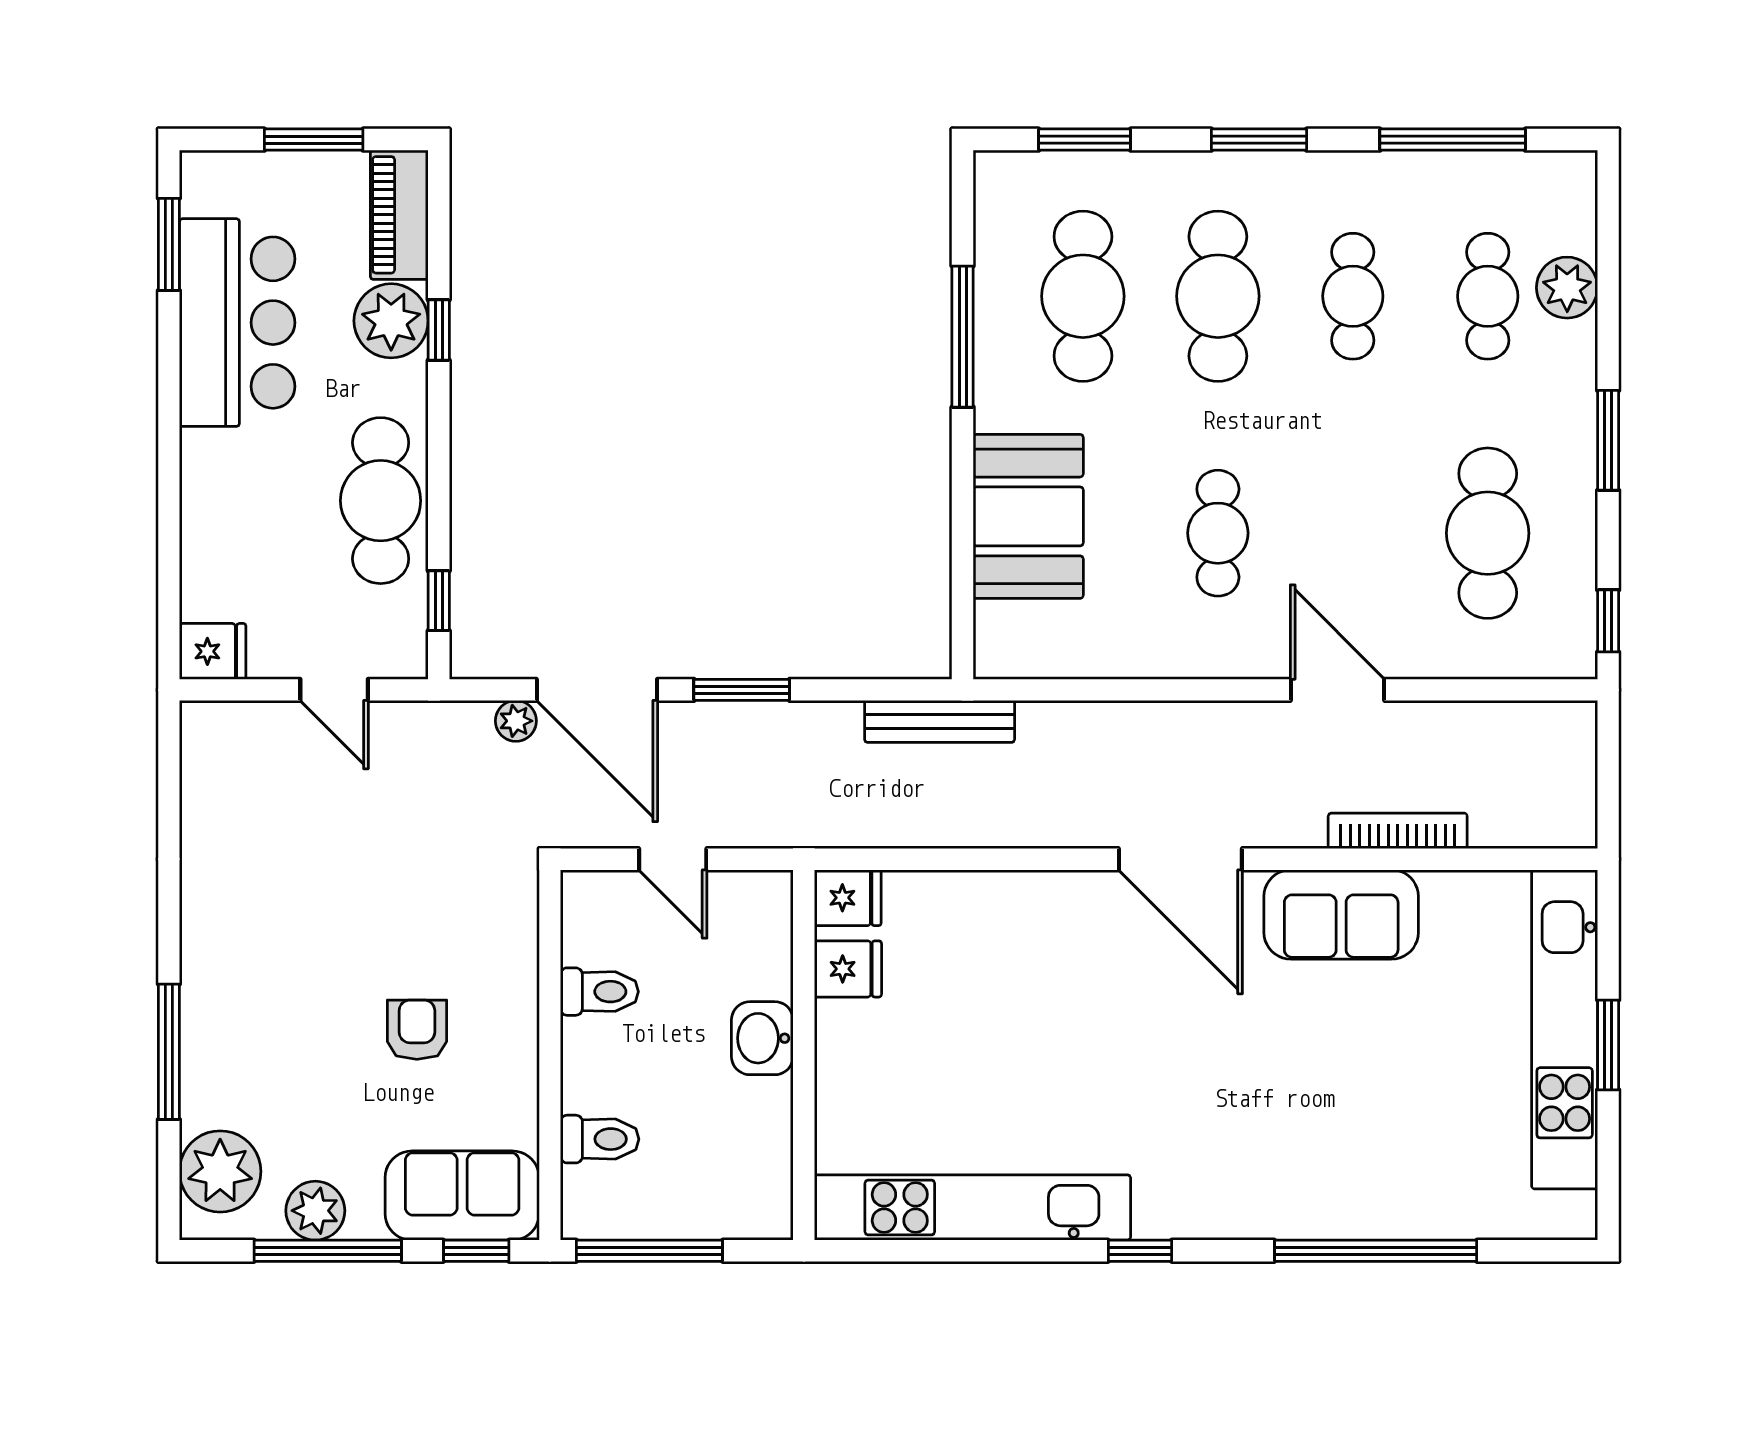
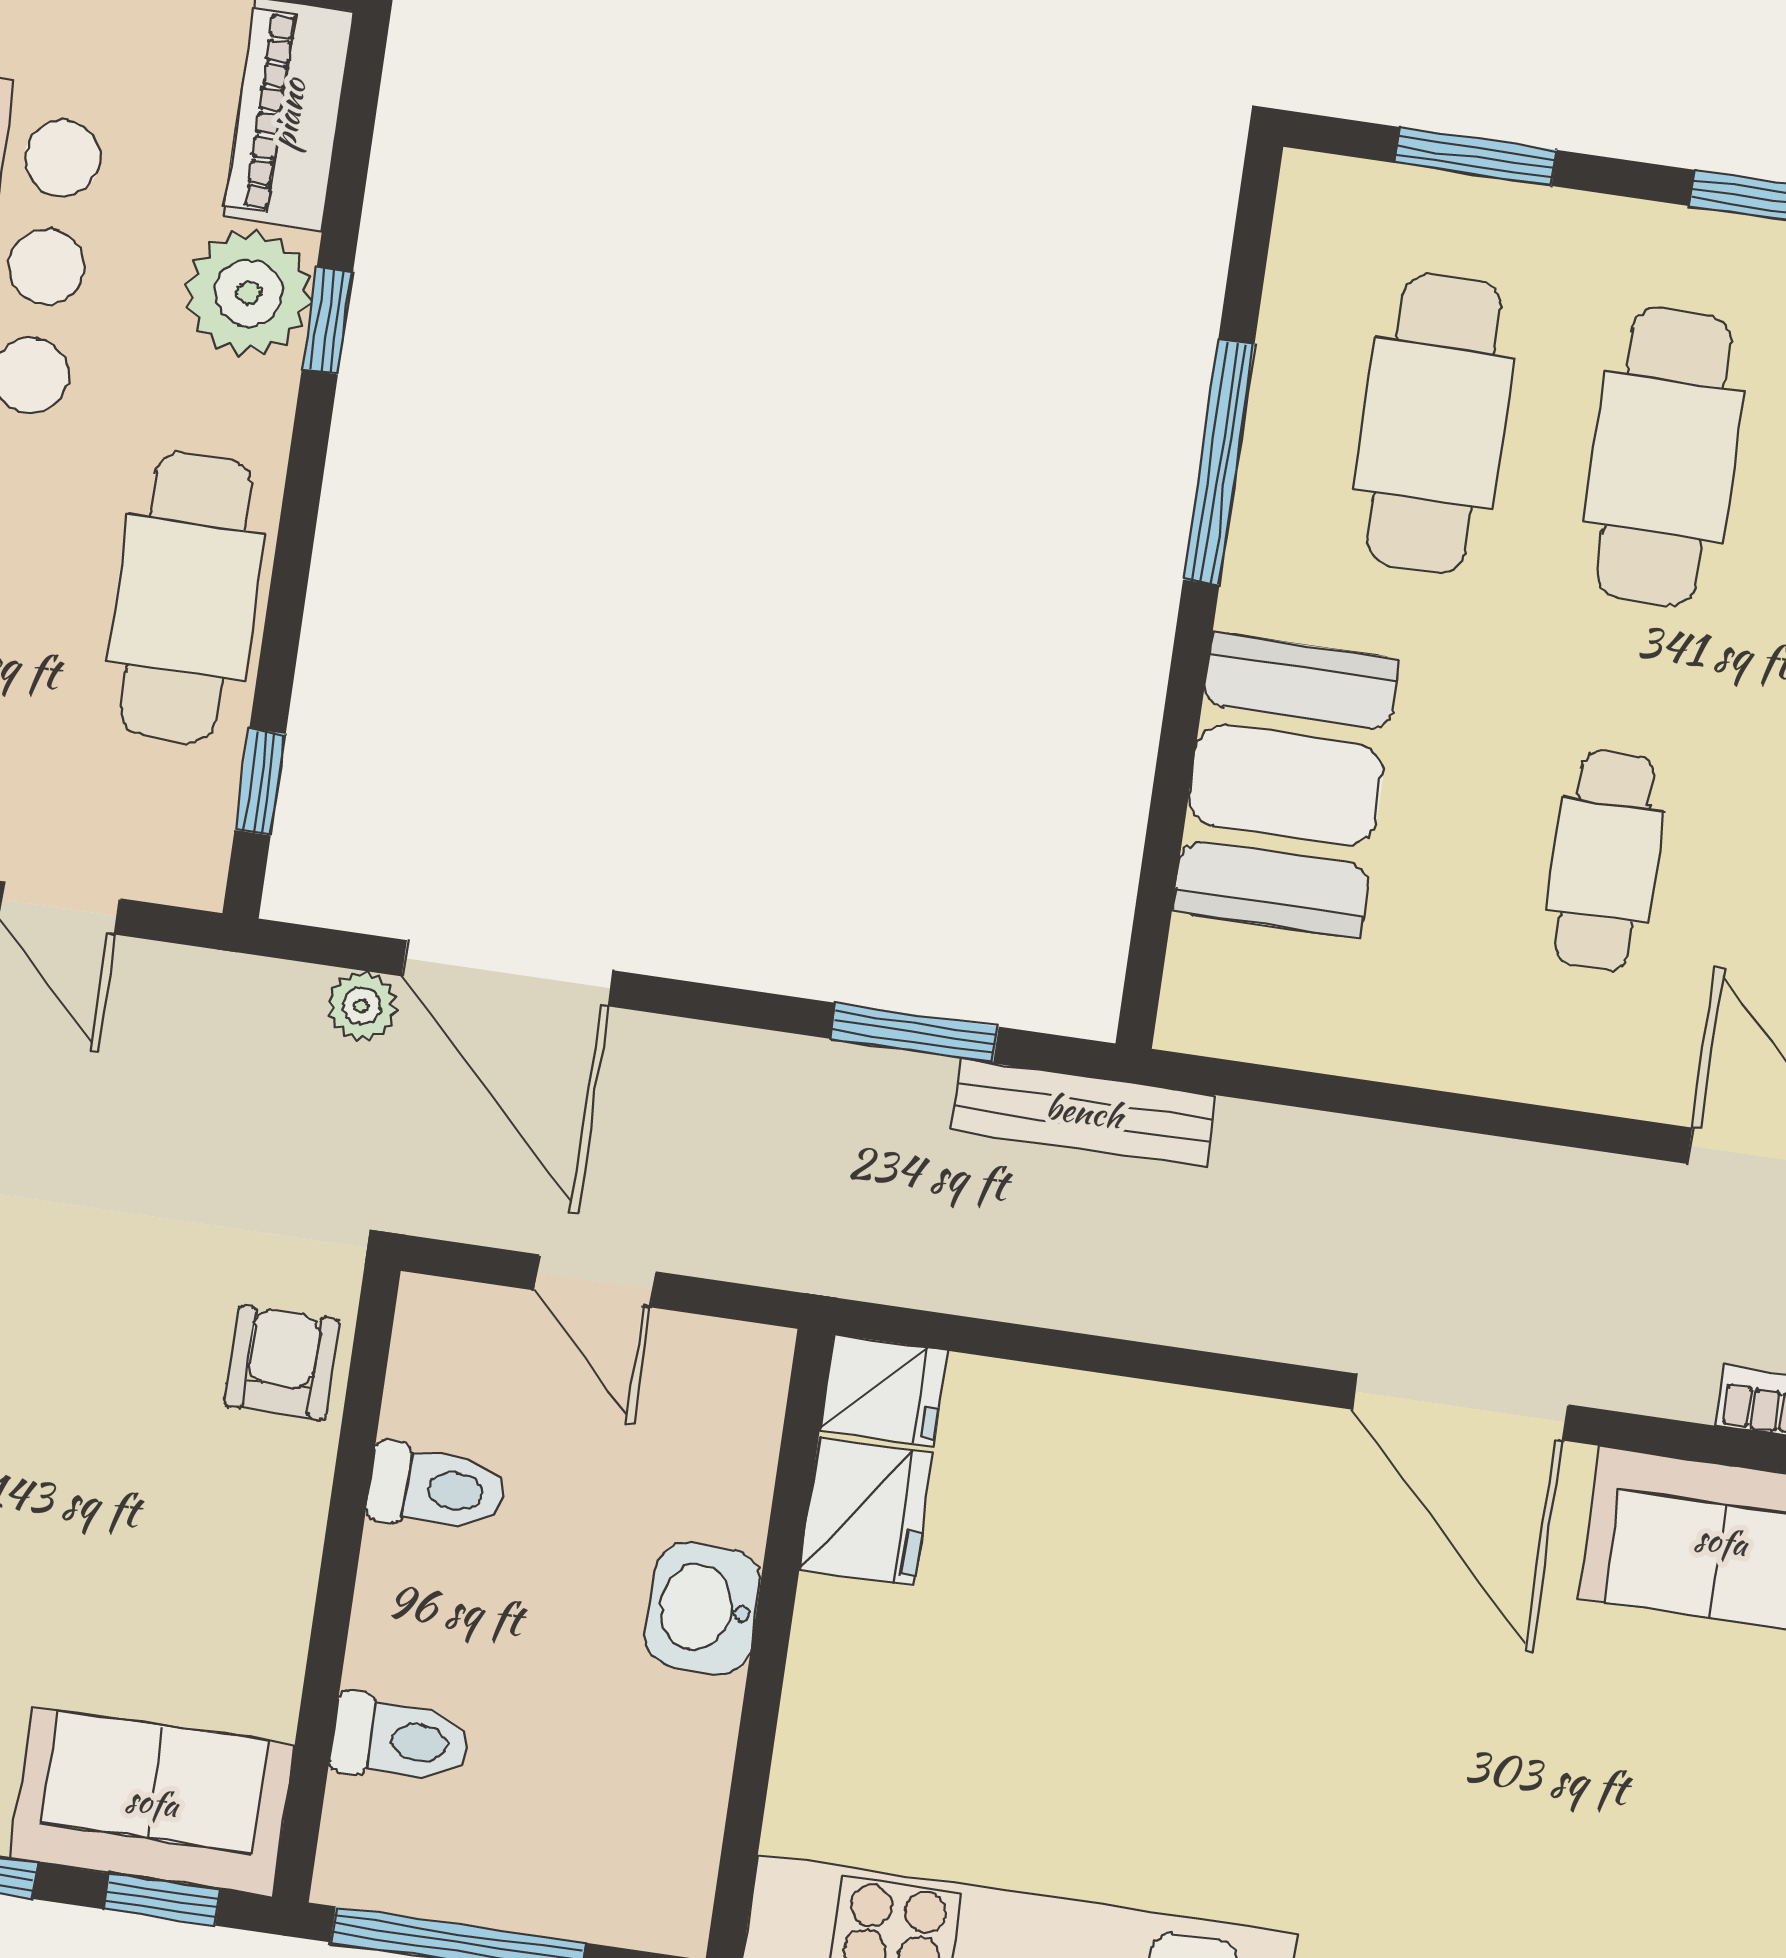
window: (742, 690) -> (915, 1033), moved
fridge: (848, 969) -> (866, 1512), width x1.38
armchair: (417, 1030) -> (282, 1363), moved

